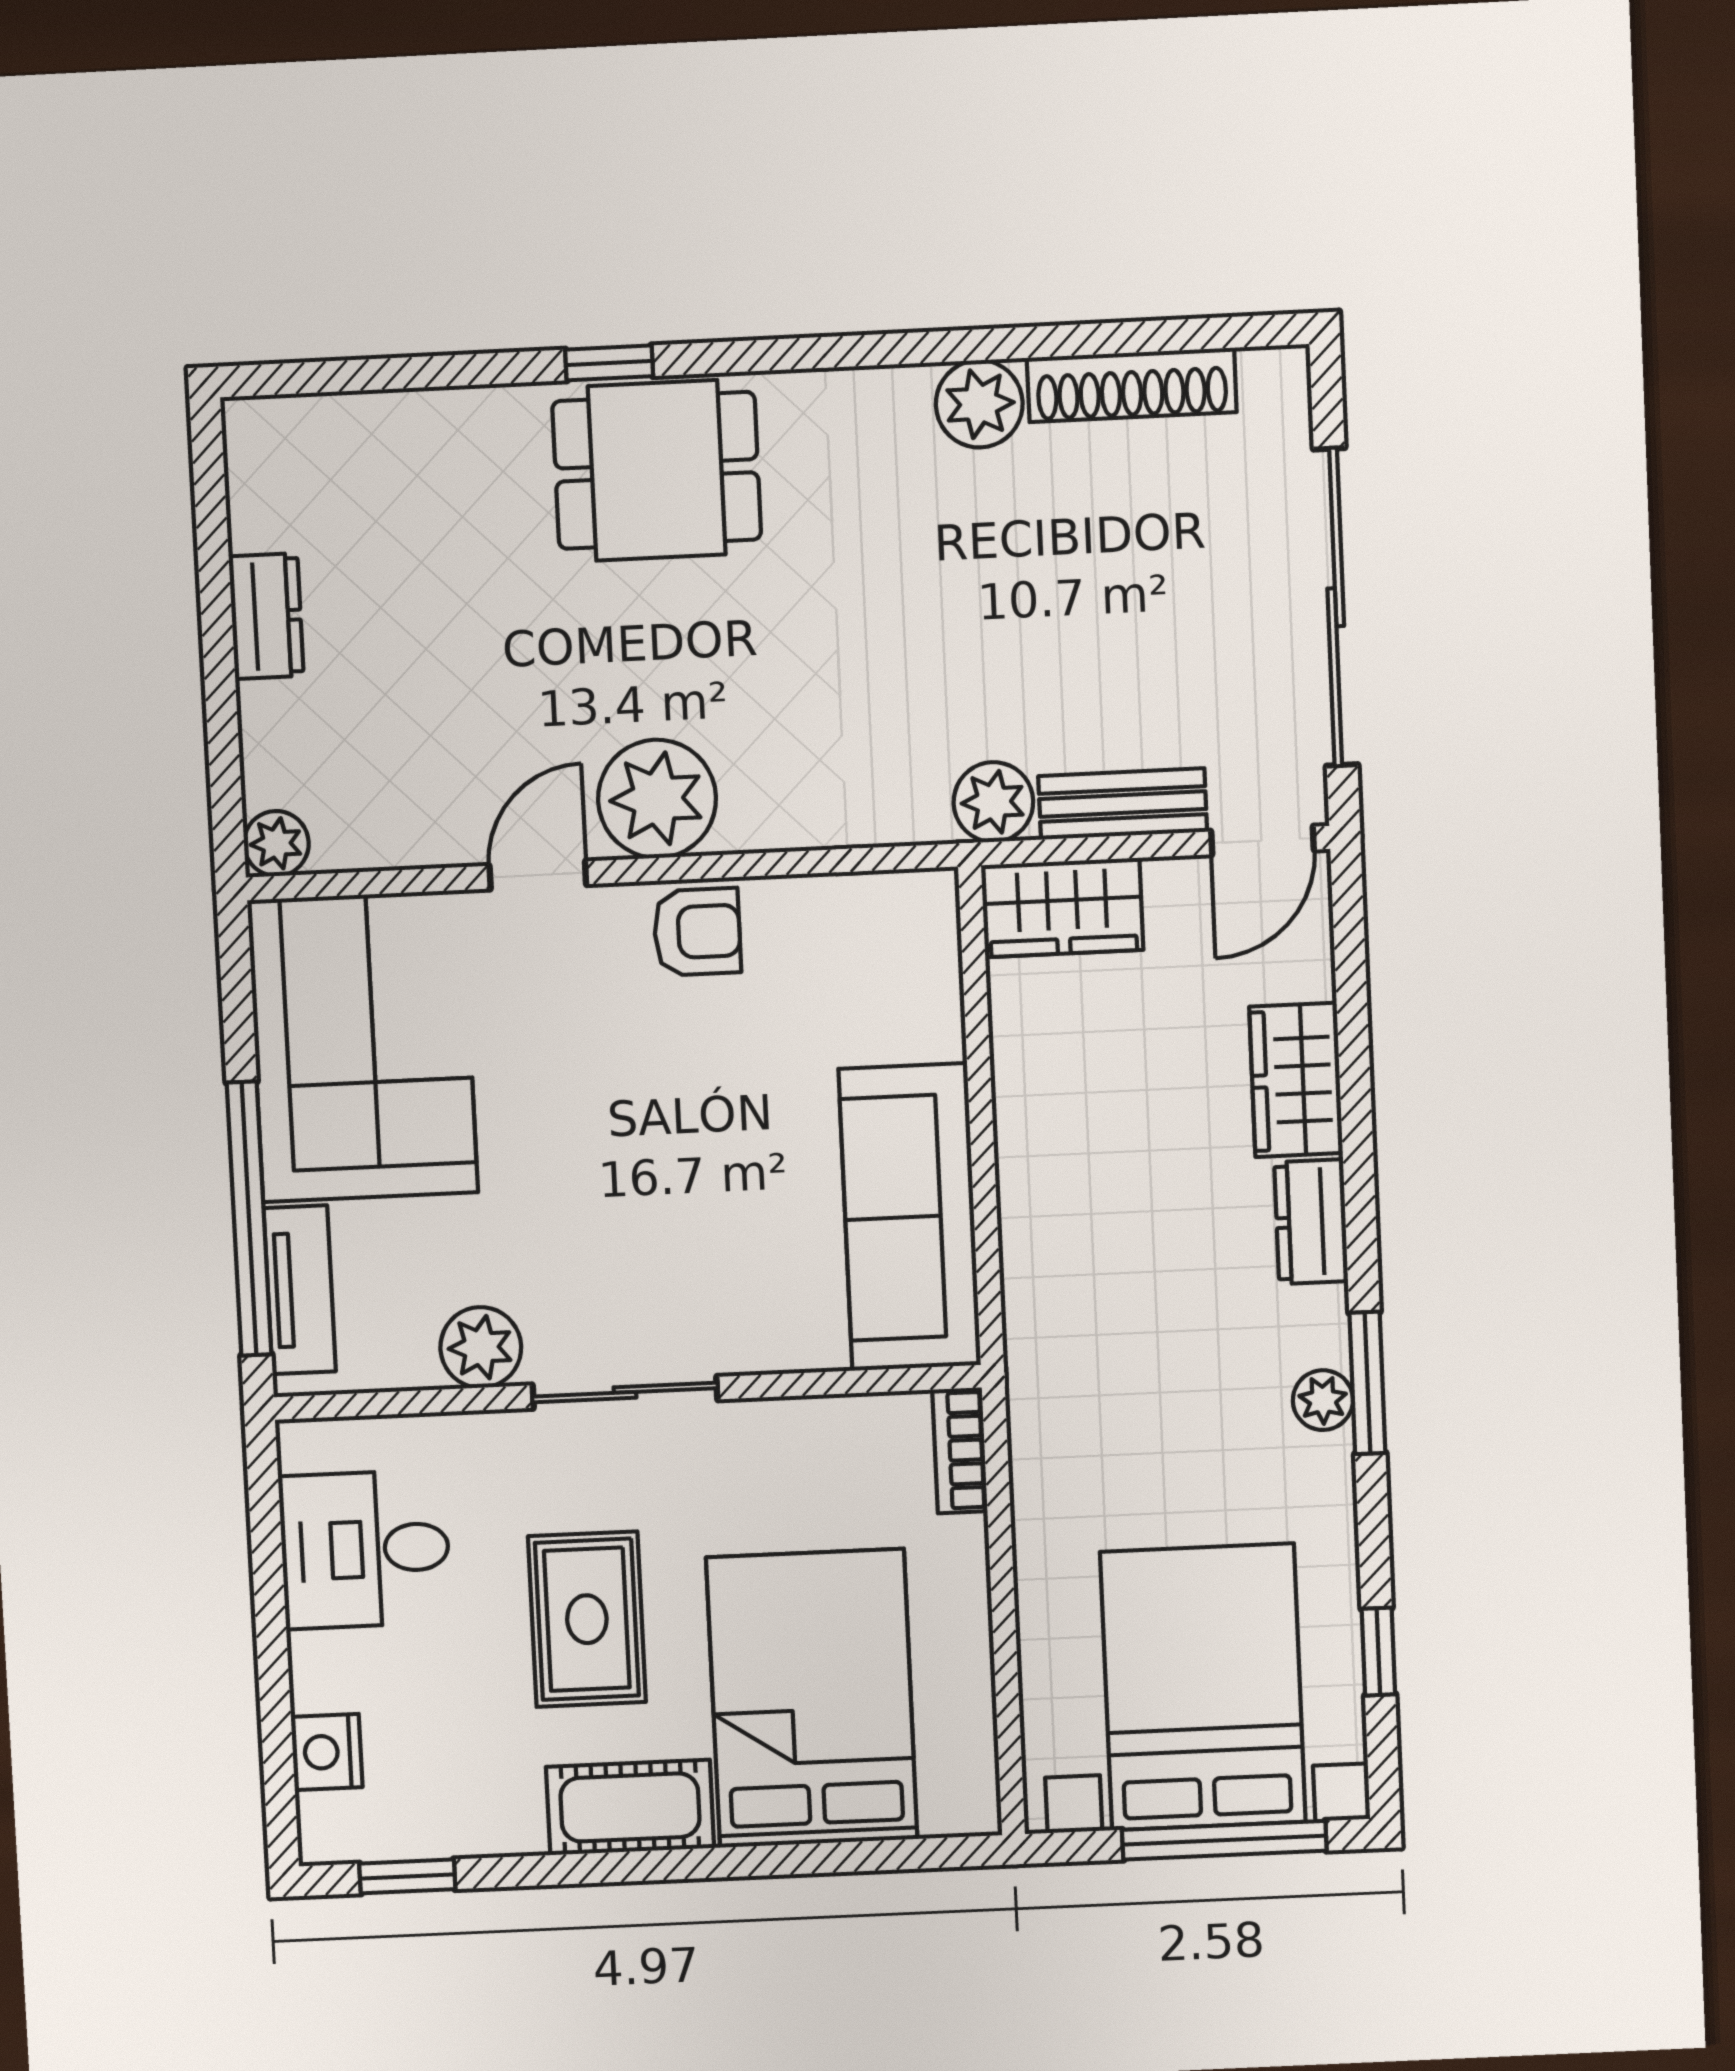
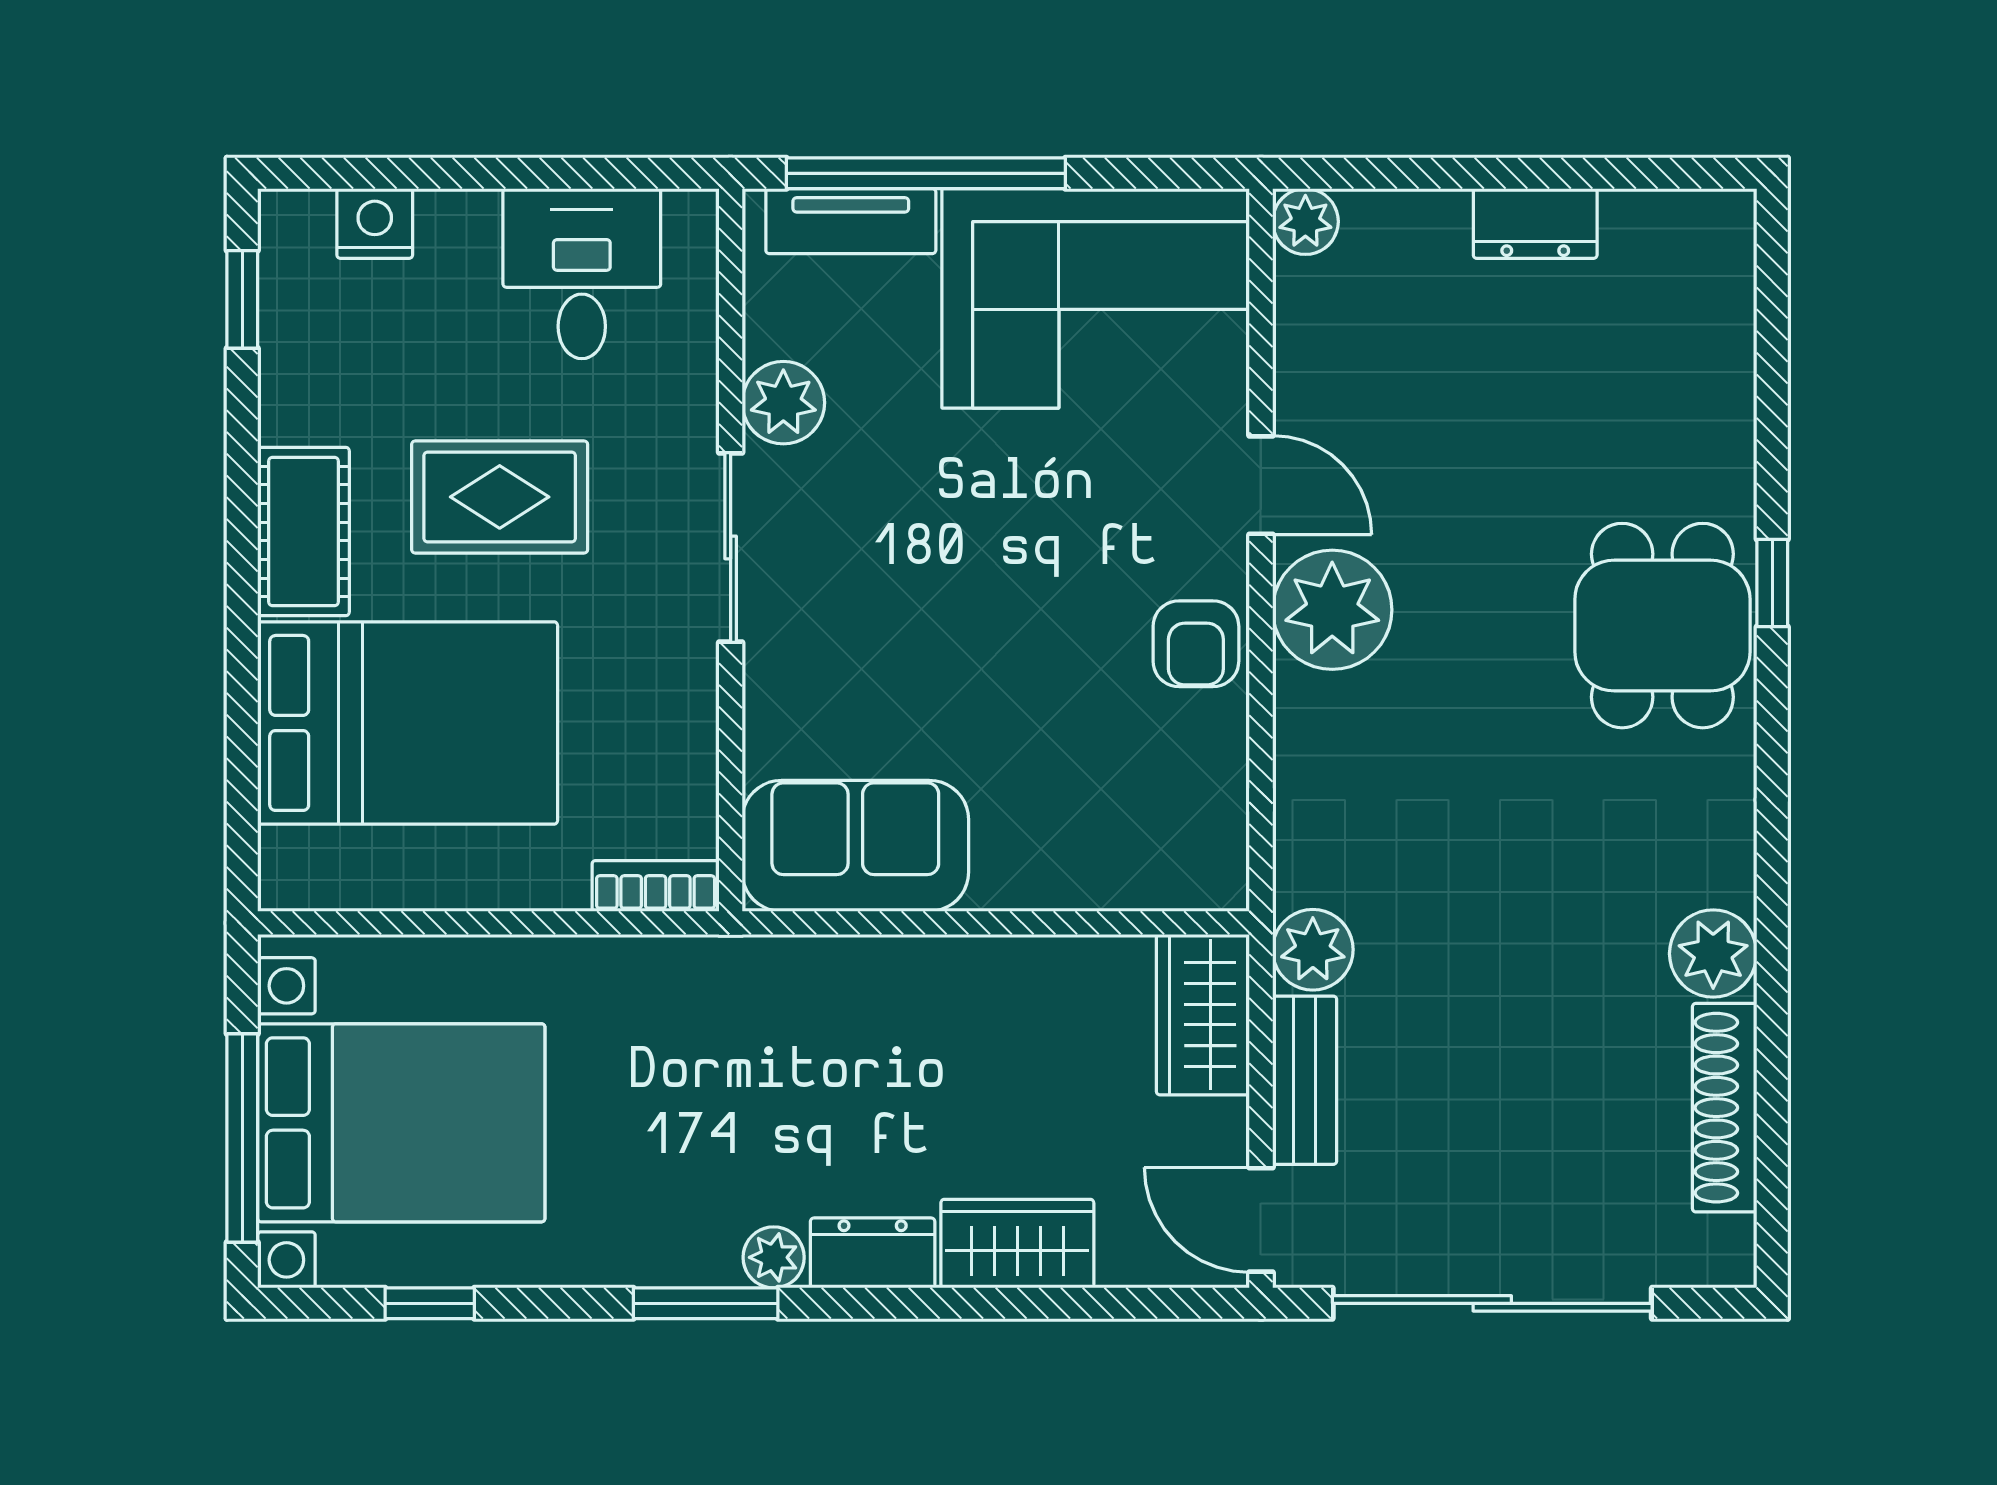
sofa: (910, 1217) -> (855, 846), width x0.73
plant: (1323, 1400) -> (774, 1257), moved

